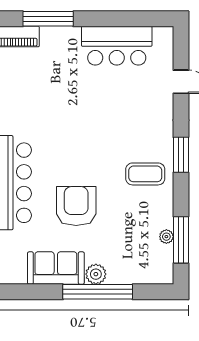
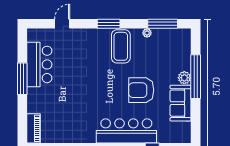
window: (48, 19) -> (22, 79), moved
coffee table: (145, 174) -> (121, 46), width x1.36, depth x1.32
plant: (166, 237) -> (147, 33), moved

